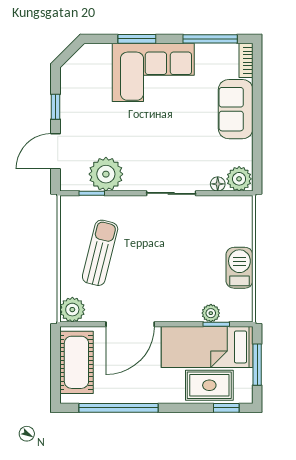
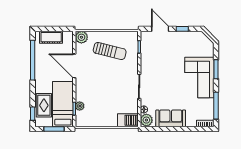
sofa: (236, 109) -> (171, 118), moved
plant: (106, 174) -> (149, 54), removed
barbecue: (239, 268) -> (128, 120), moved
cot: (76, 362) -> (51, 37), width x0.73, depth x0.75

